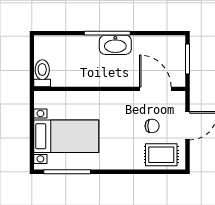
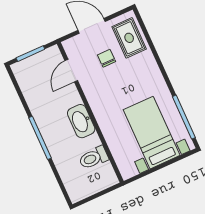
washbasin: (115, 45) -> (81, 121), moved, turned 180
toilet: (42, 73) -> (93, 158), moved
door: (155, 89) -> (71, 71), width x0.73

